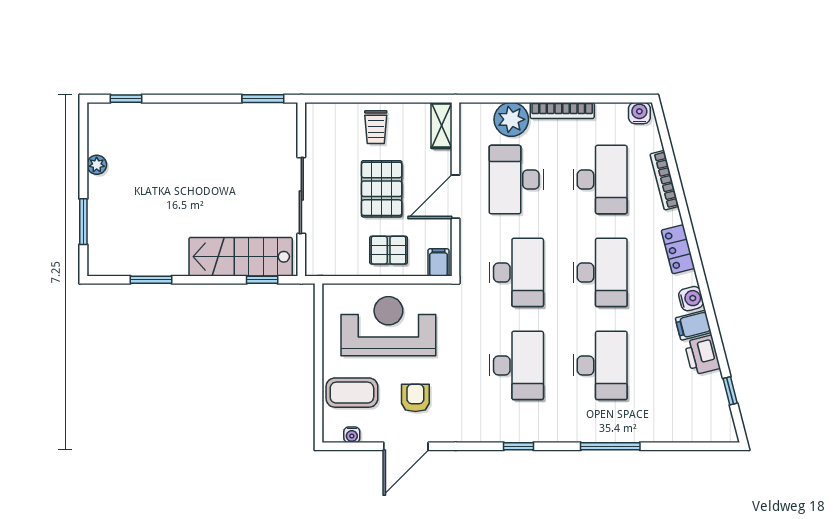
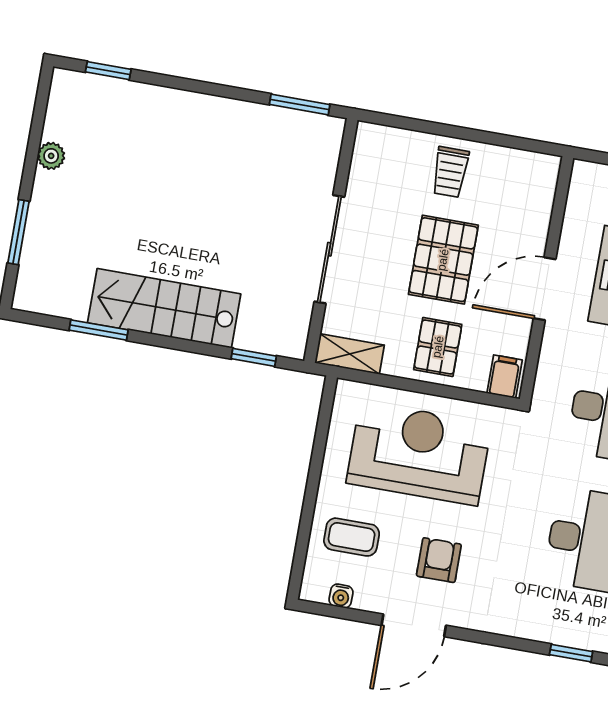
shelving: (441, 125) -> (350, 354), moved, turned 90
pallet: (389, 250) -> (438, 347), turned 90
stairs: (241, 257) -> (164, 308), moved
coffee table: (352, 393) -> (352, 537), width x0.73, depth x0.77

